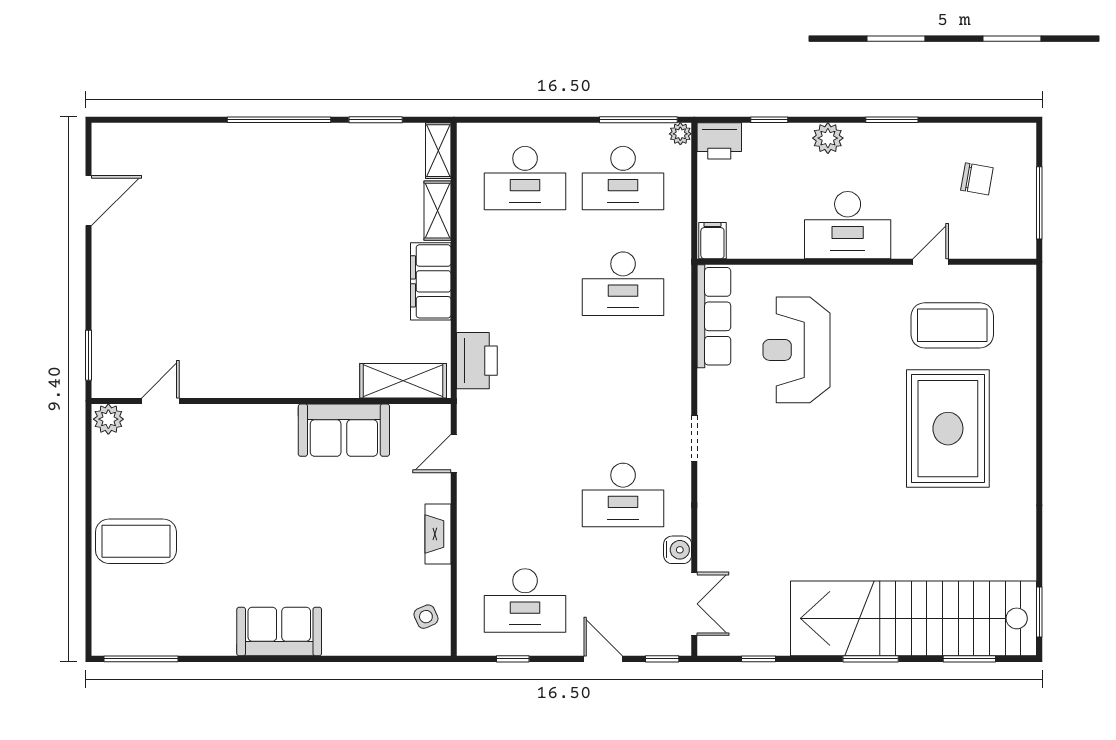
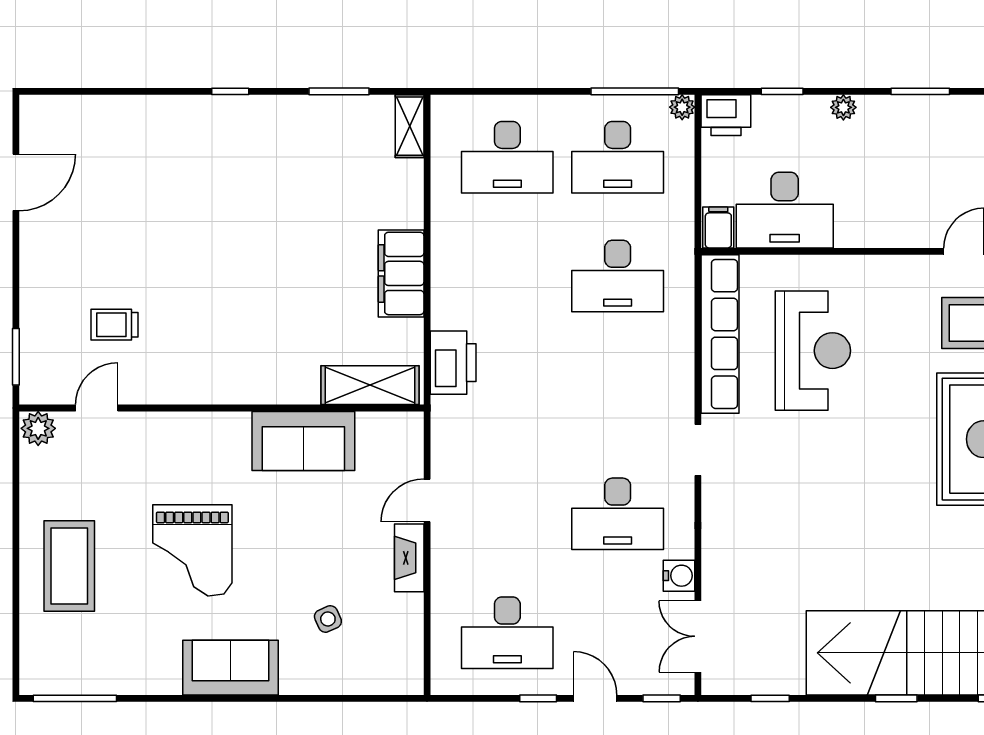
window: (279, 120) -> (230, 91), width x0.32
plant: (828, 138) -> (843, 107), width x0.73, depth x0.73
shelving: (438, 211) -> (409, 194), removed
desk: (848, 225) -> (785, 210), moved
row of seats: (714, 316) -> (720, 334), width x1.36
trolley: (176, 327) -> (115, 325), added
reception desk: (796, 350) -> (813, 351), turned 180
door: (454, 454) -> (427, 501), moved
grand piano: (245, 527) -> (192, 550), added
coffee table: (136, 541) -> (69, 566), turned 90
double door: (694, 604) -> (698, 636), swing flipped
side table: (426, 617) -> (328, 619), moved
window: (513, 659) -> (538, 698), moved
window: (871, 659) -> (896, 698), width x0.67

